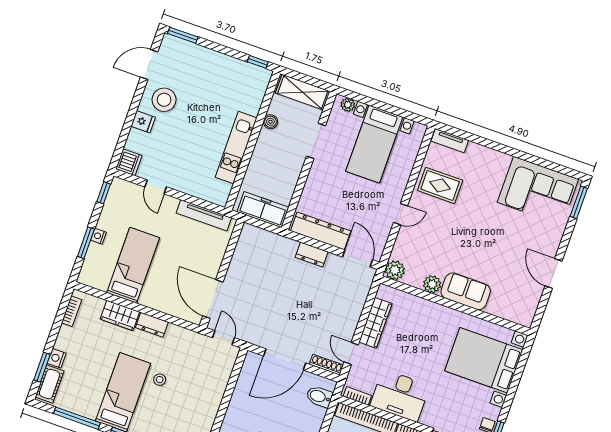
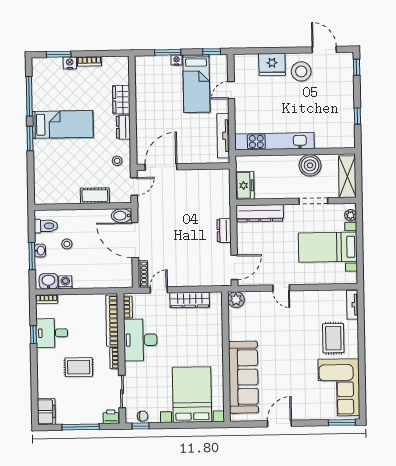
window: (183, 35) -> (357, 67), width x0.67
window: (258, 62) -> (357, 116), moved
fridge: (143, 122) -> (272, 64), width x1.88, depth x1.34
boiler: (270, 122) -> (310, 165), width x1.86, depth x1.86
kitchen unit: (236, 148) -> (275, 141), width x1.36
dishwasher: (129, 162) -> (243, 62), removed
rug: (440, 185) -> (333, 338), moved
freezer: (263, 210) -> (245, 185), width x0.71
dresser: (321, 231) -> (260, 213), moved, turned 90
bed: (133, 265) -> (196, 84), moved, turned 90
plant: (432, 284) -> (236, 333), removed
sofa: (466, 291) -> (243, 377), width x1.85, depth x1.27
bookcase: (72, 311) -> (89, 61), moved
stool: (160, 380) -> (117, 161), moved
cot: (50, 384) -> (95, 196), moved
bidet: (319, 397) -> (122, 216), moved, turned -90

